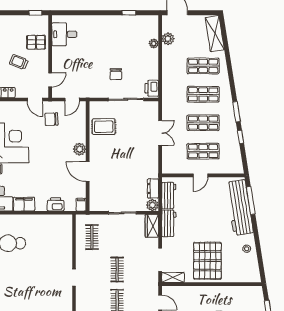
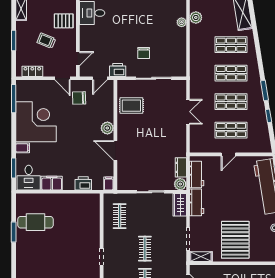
printer: (152, 88) -> (118, 70), moved, turned 90

